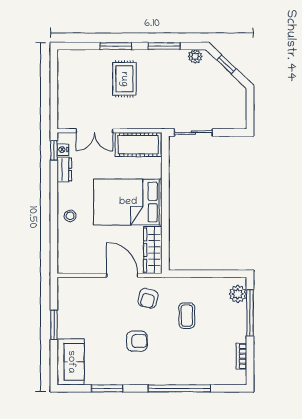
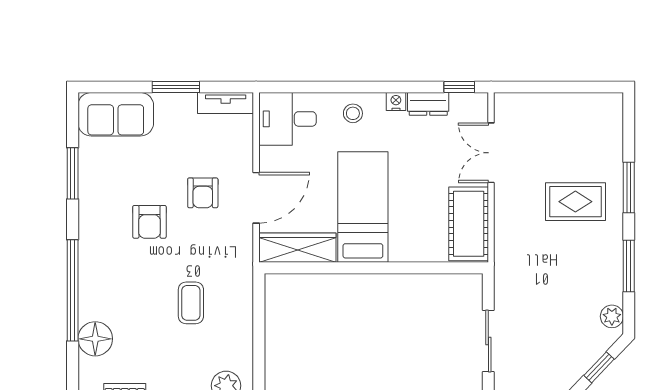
sliding door: (193, 132) -> (488, 341), moved
nightstand: (63, 150) -> (396, 102), moved
bed: (128, 202) -> (363, 207), width x0.67
desk: (74, 256) -> (287, 119), added
tv unit: (64, 294) -> (226, 103), added
armchair: (148, 298) -> (203, 193), moved, turned -104
coffee table: (187, 316) -> (191, 303), turned 90
floor lamp: (209, 374) -> (95, 339), added

